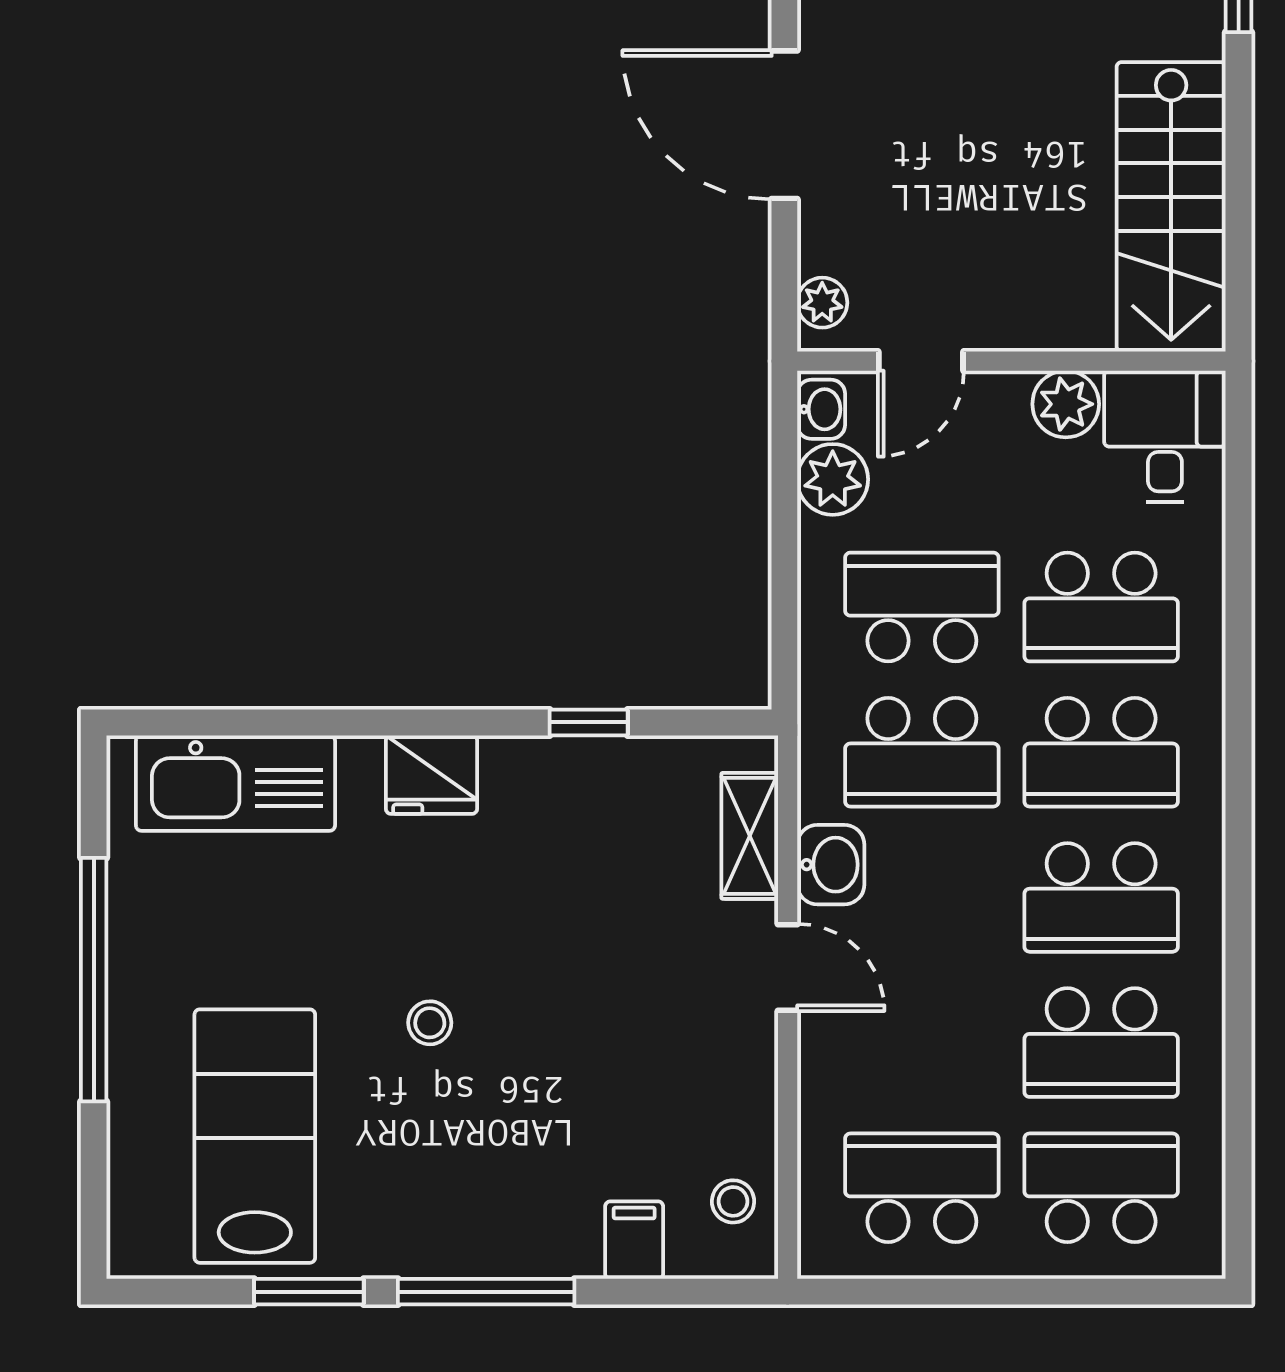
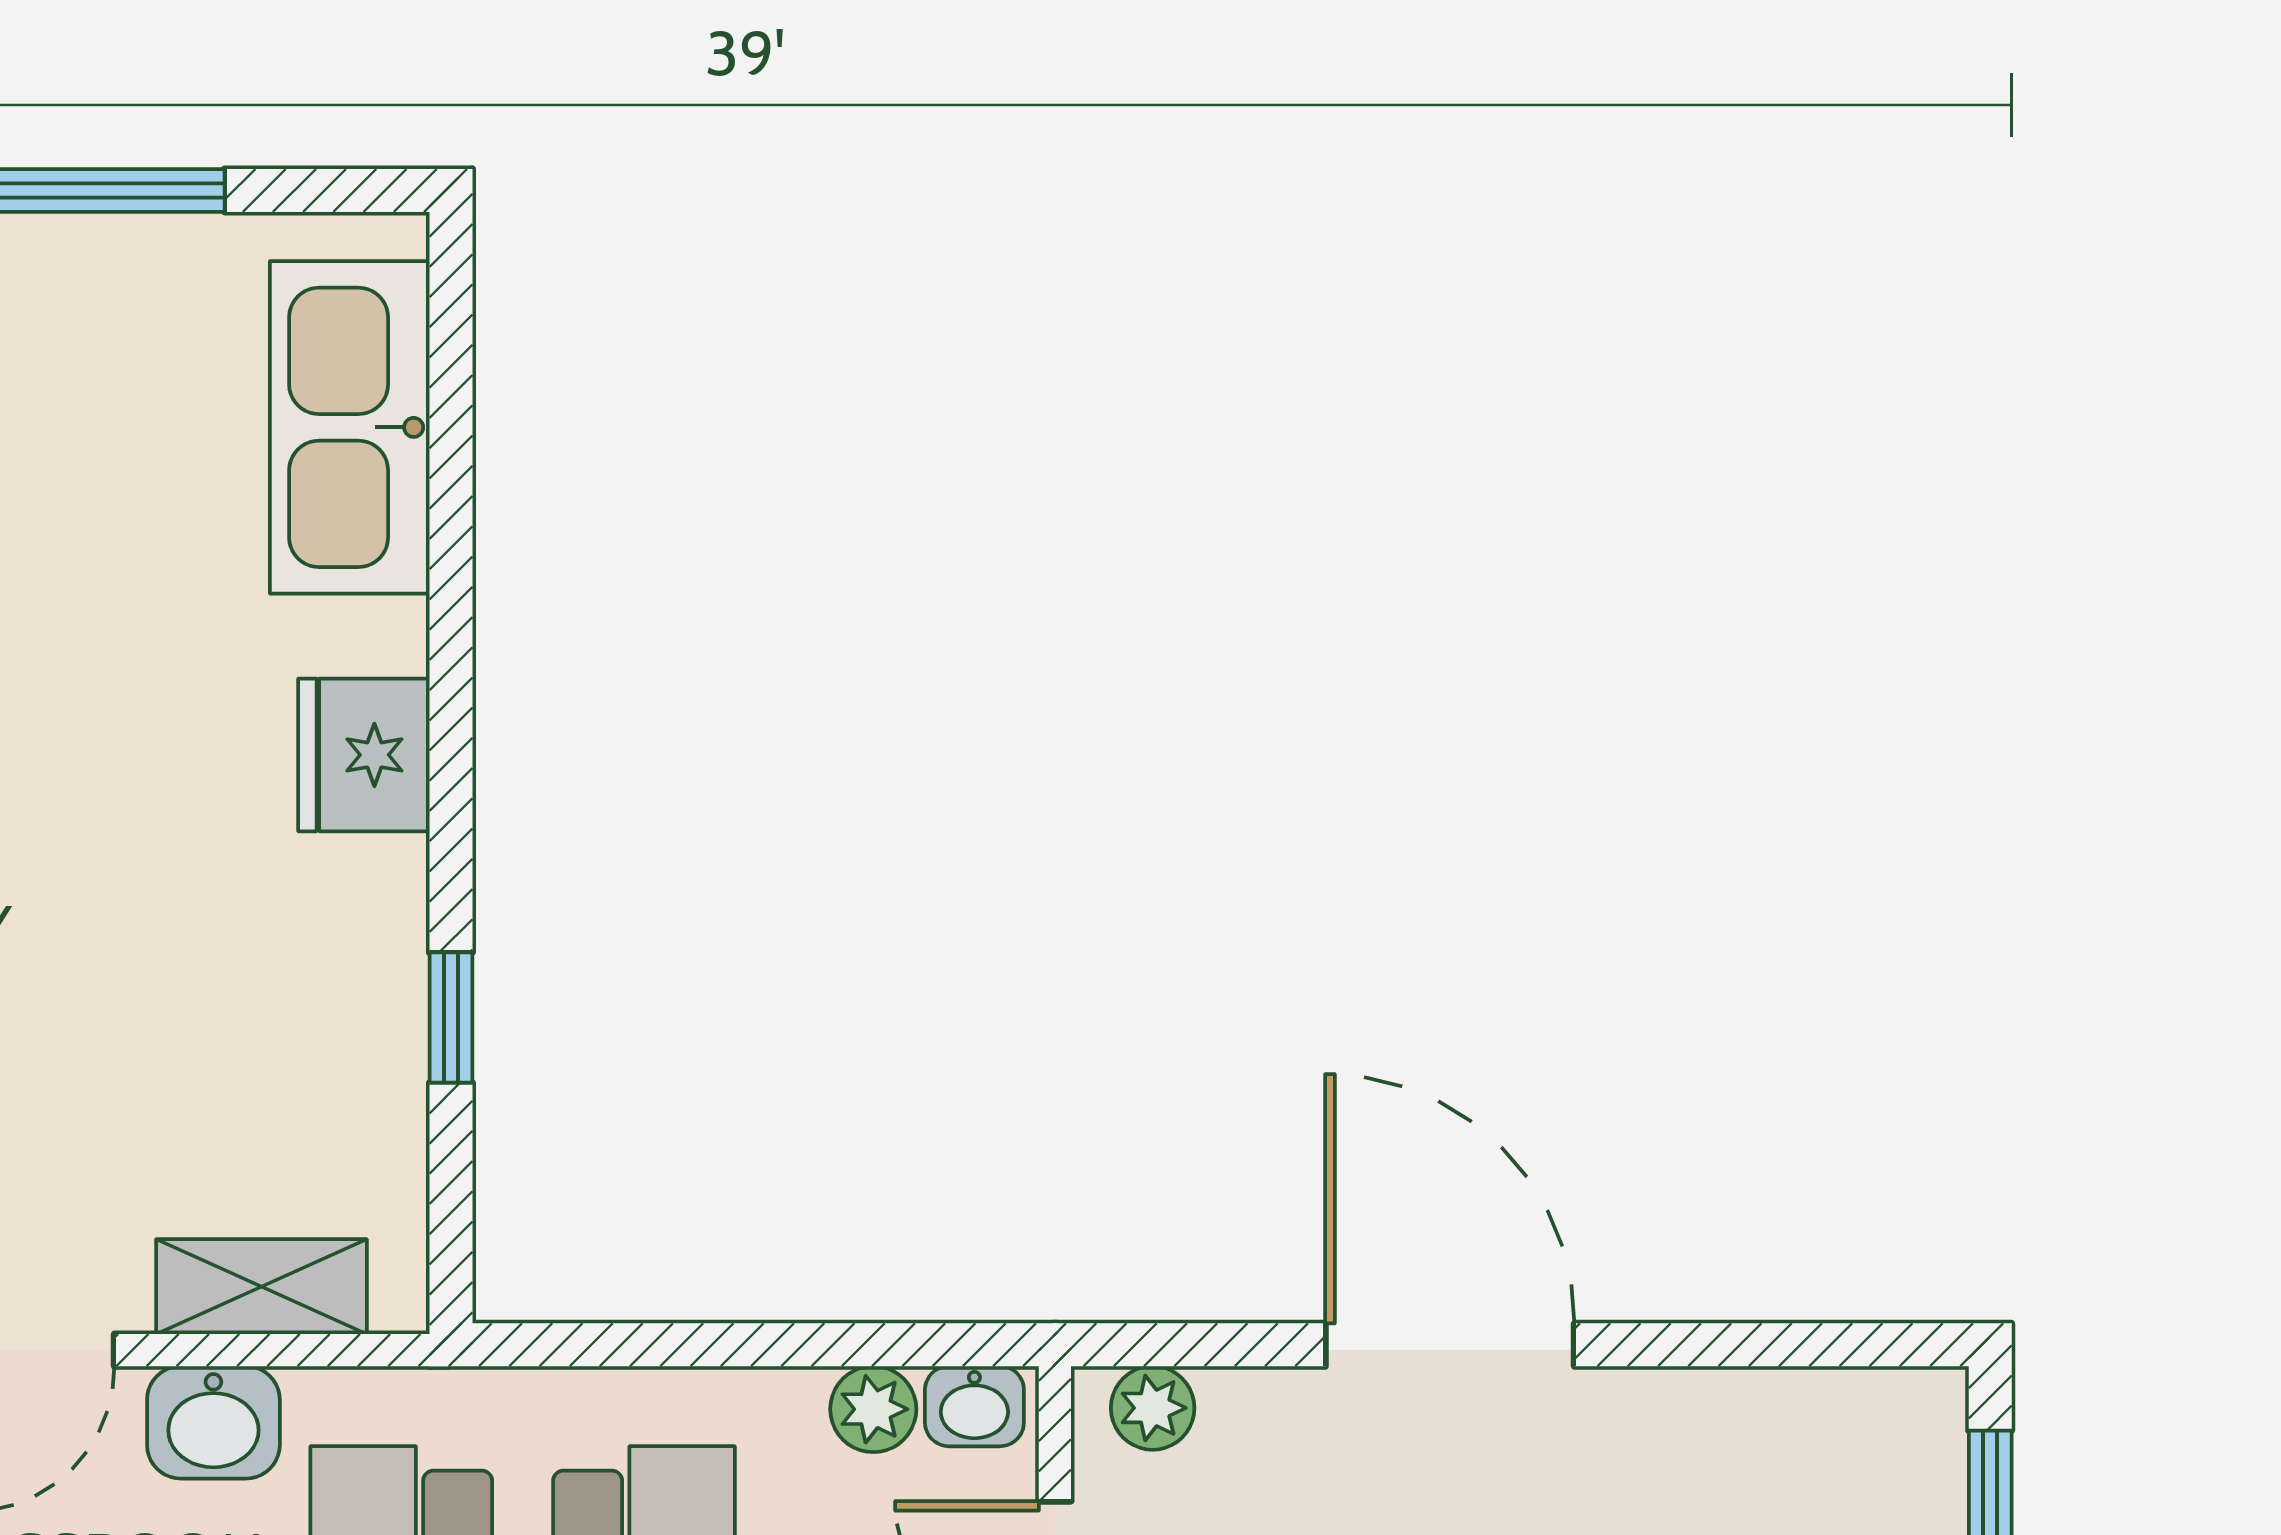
door: (784, 125) -> (1450, 1345), hinge flipped
plant: (833, 479) -> (873, 1409), width x0.73, depth x0.73

